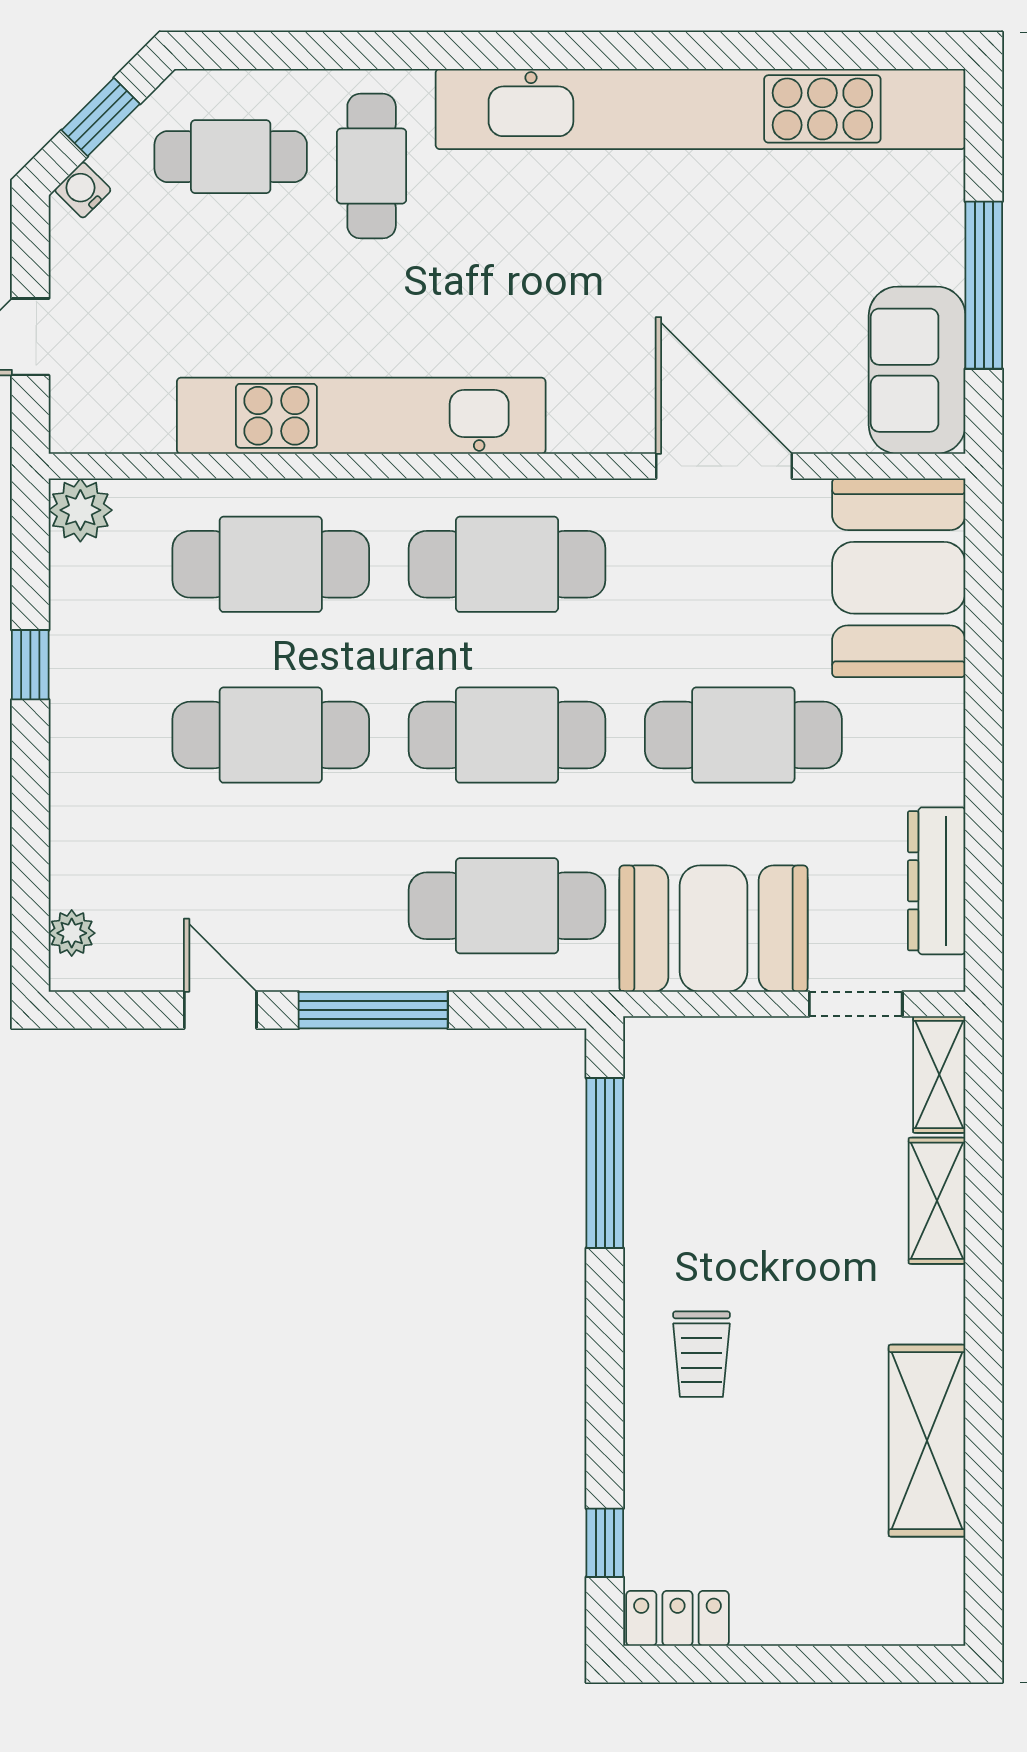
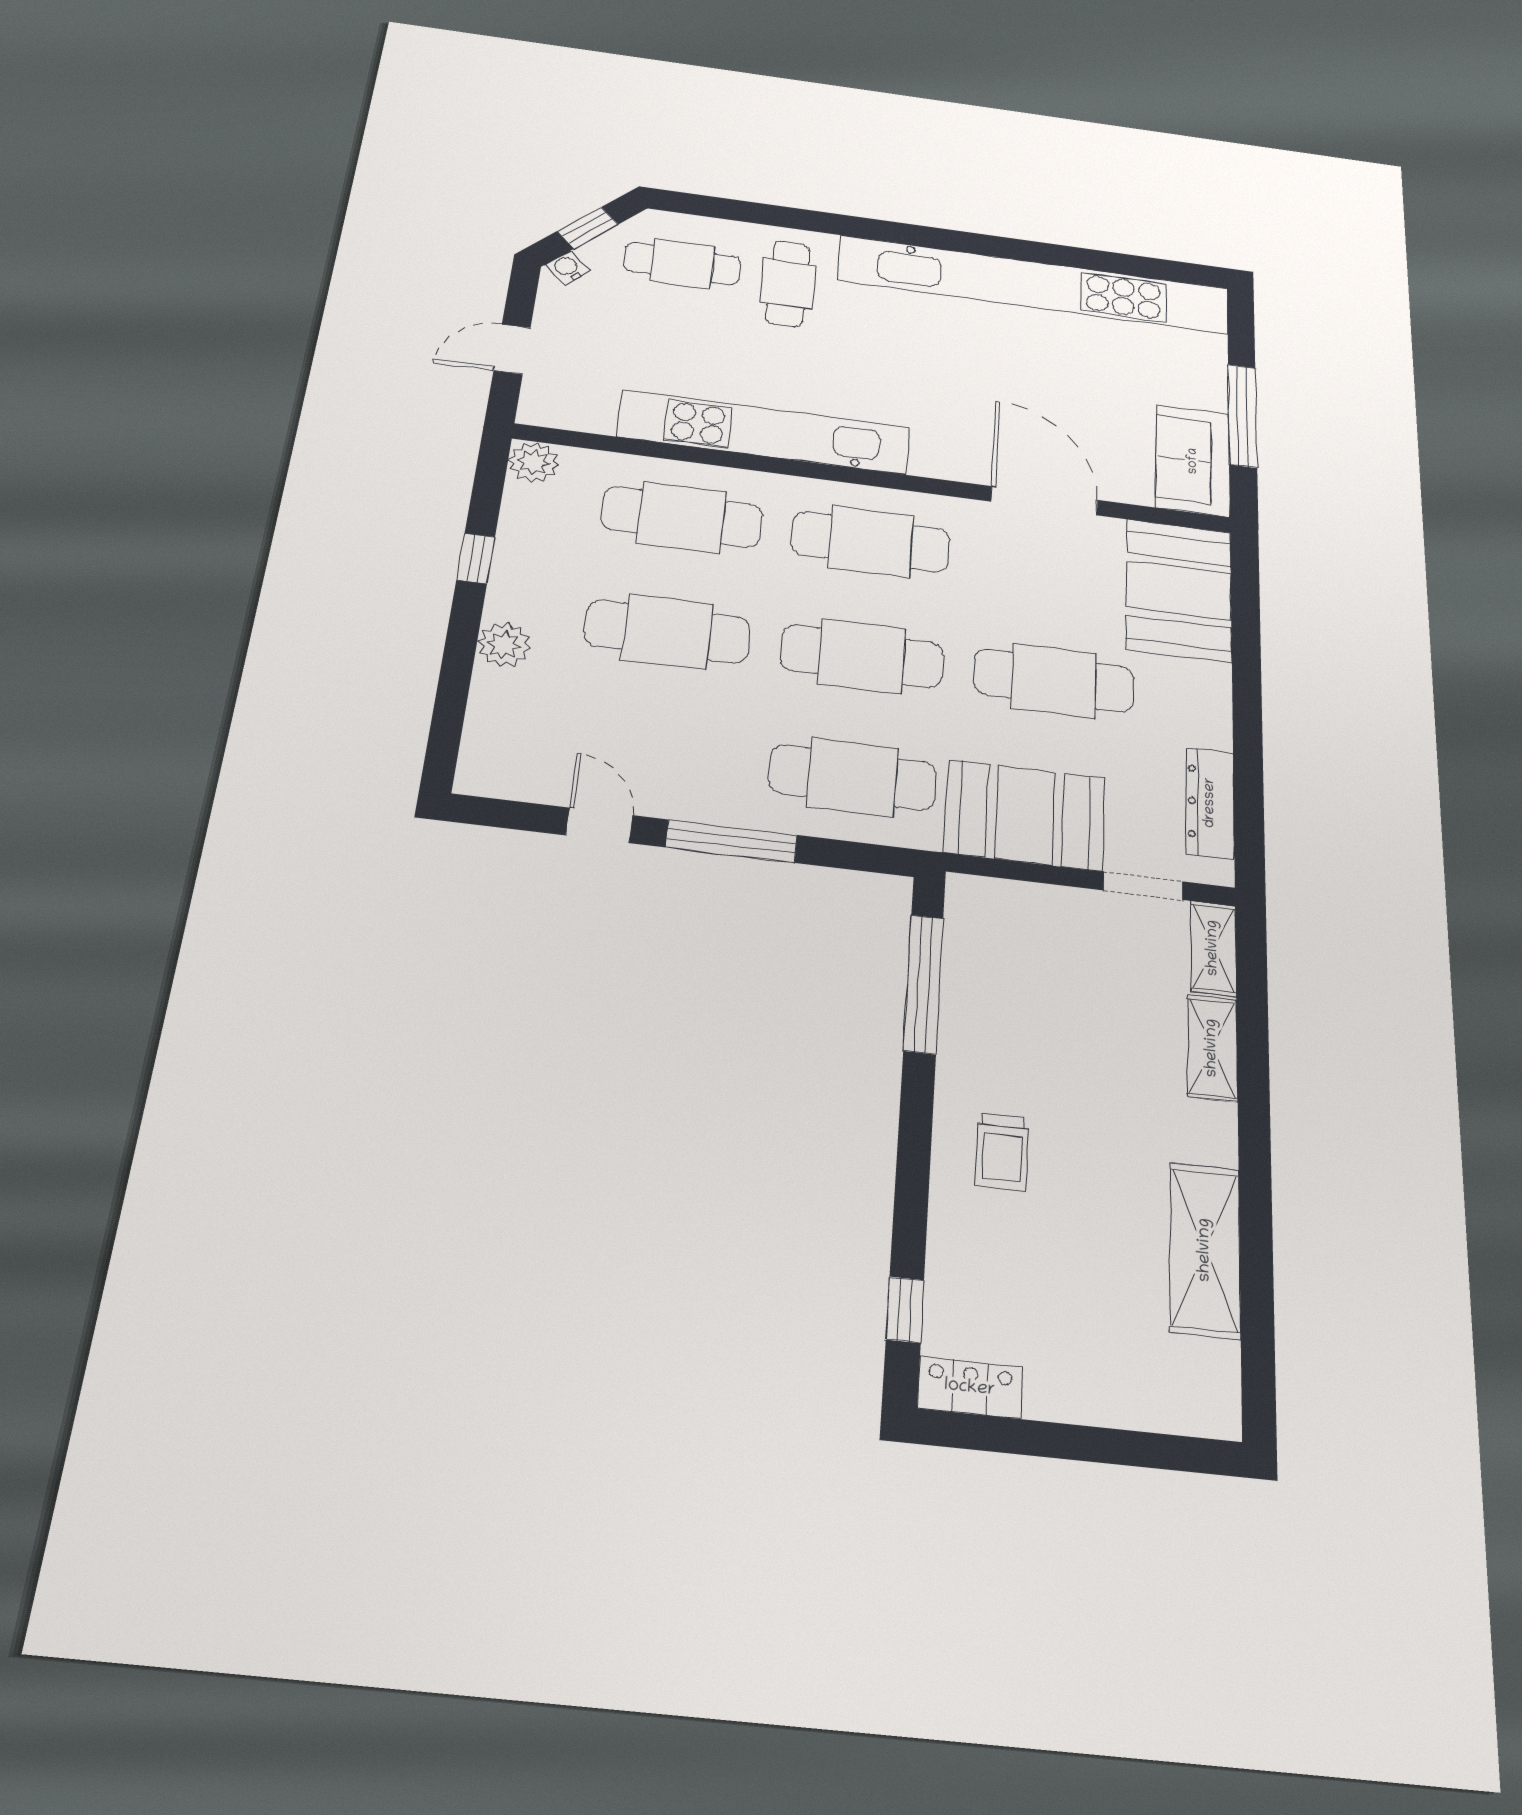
plant: (72, 933) -> (504, 645), moved, width x1.38, depth x1.38

